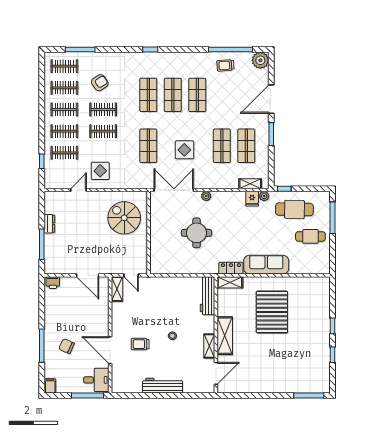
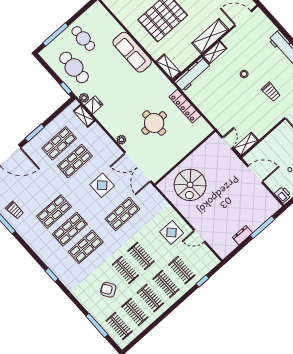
locker: (231, 268) -> (185, 106), moved, width x1.53
door: (88, 275) -> (255, 174), hinge flipped
shelving: (209, 346) -> (215, 52), moved

